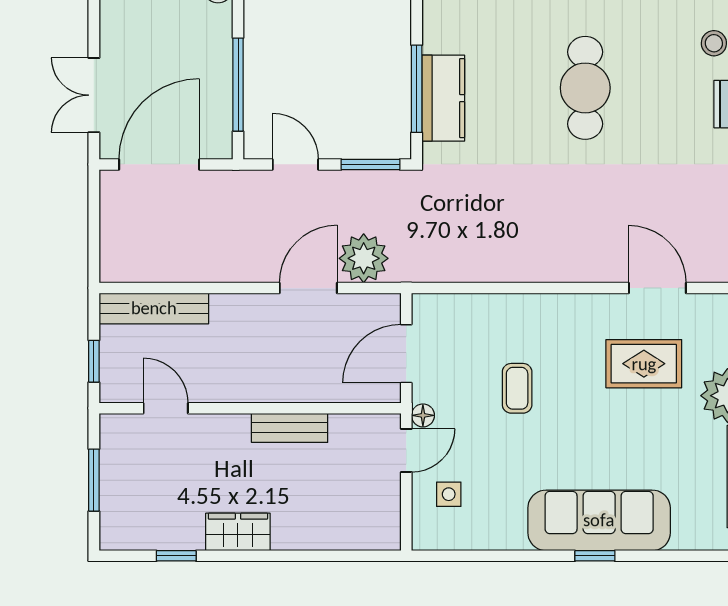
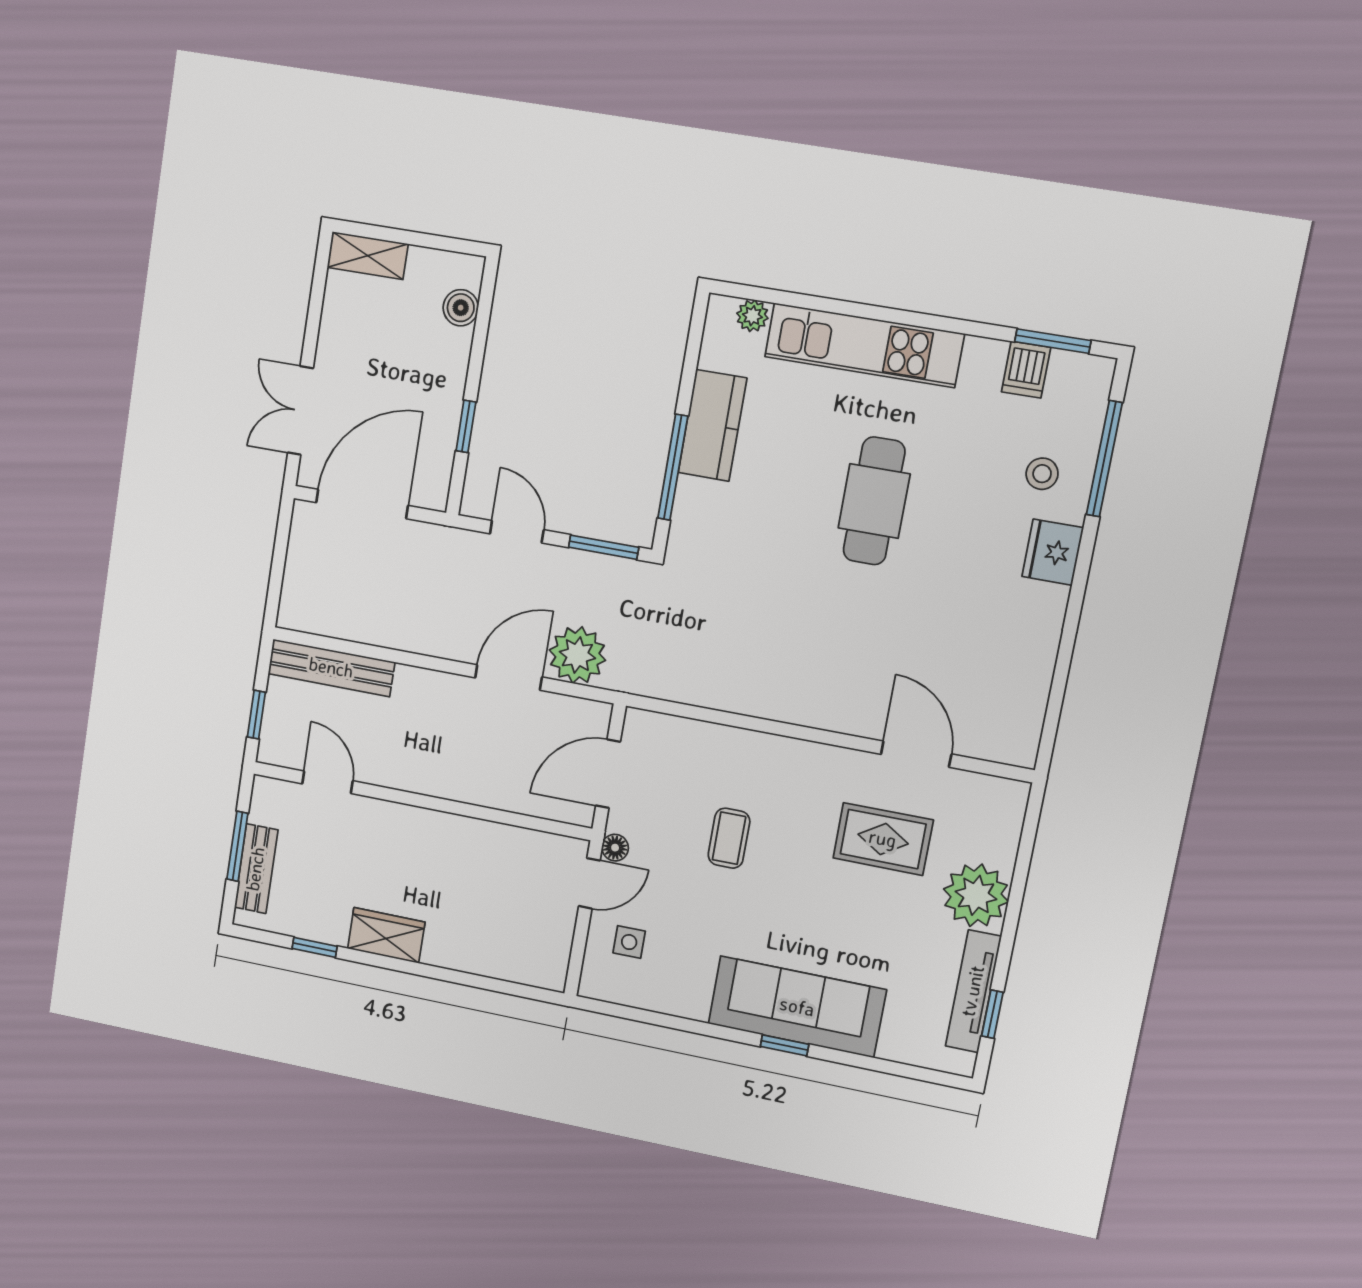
window: (238, 85) -> (466, 426), width x0.46
kitchen counter: (443, 98) -> (712, 425), moved
bench: (290, 428) -> (256, 869), moved, turned 90

